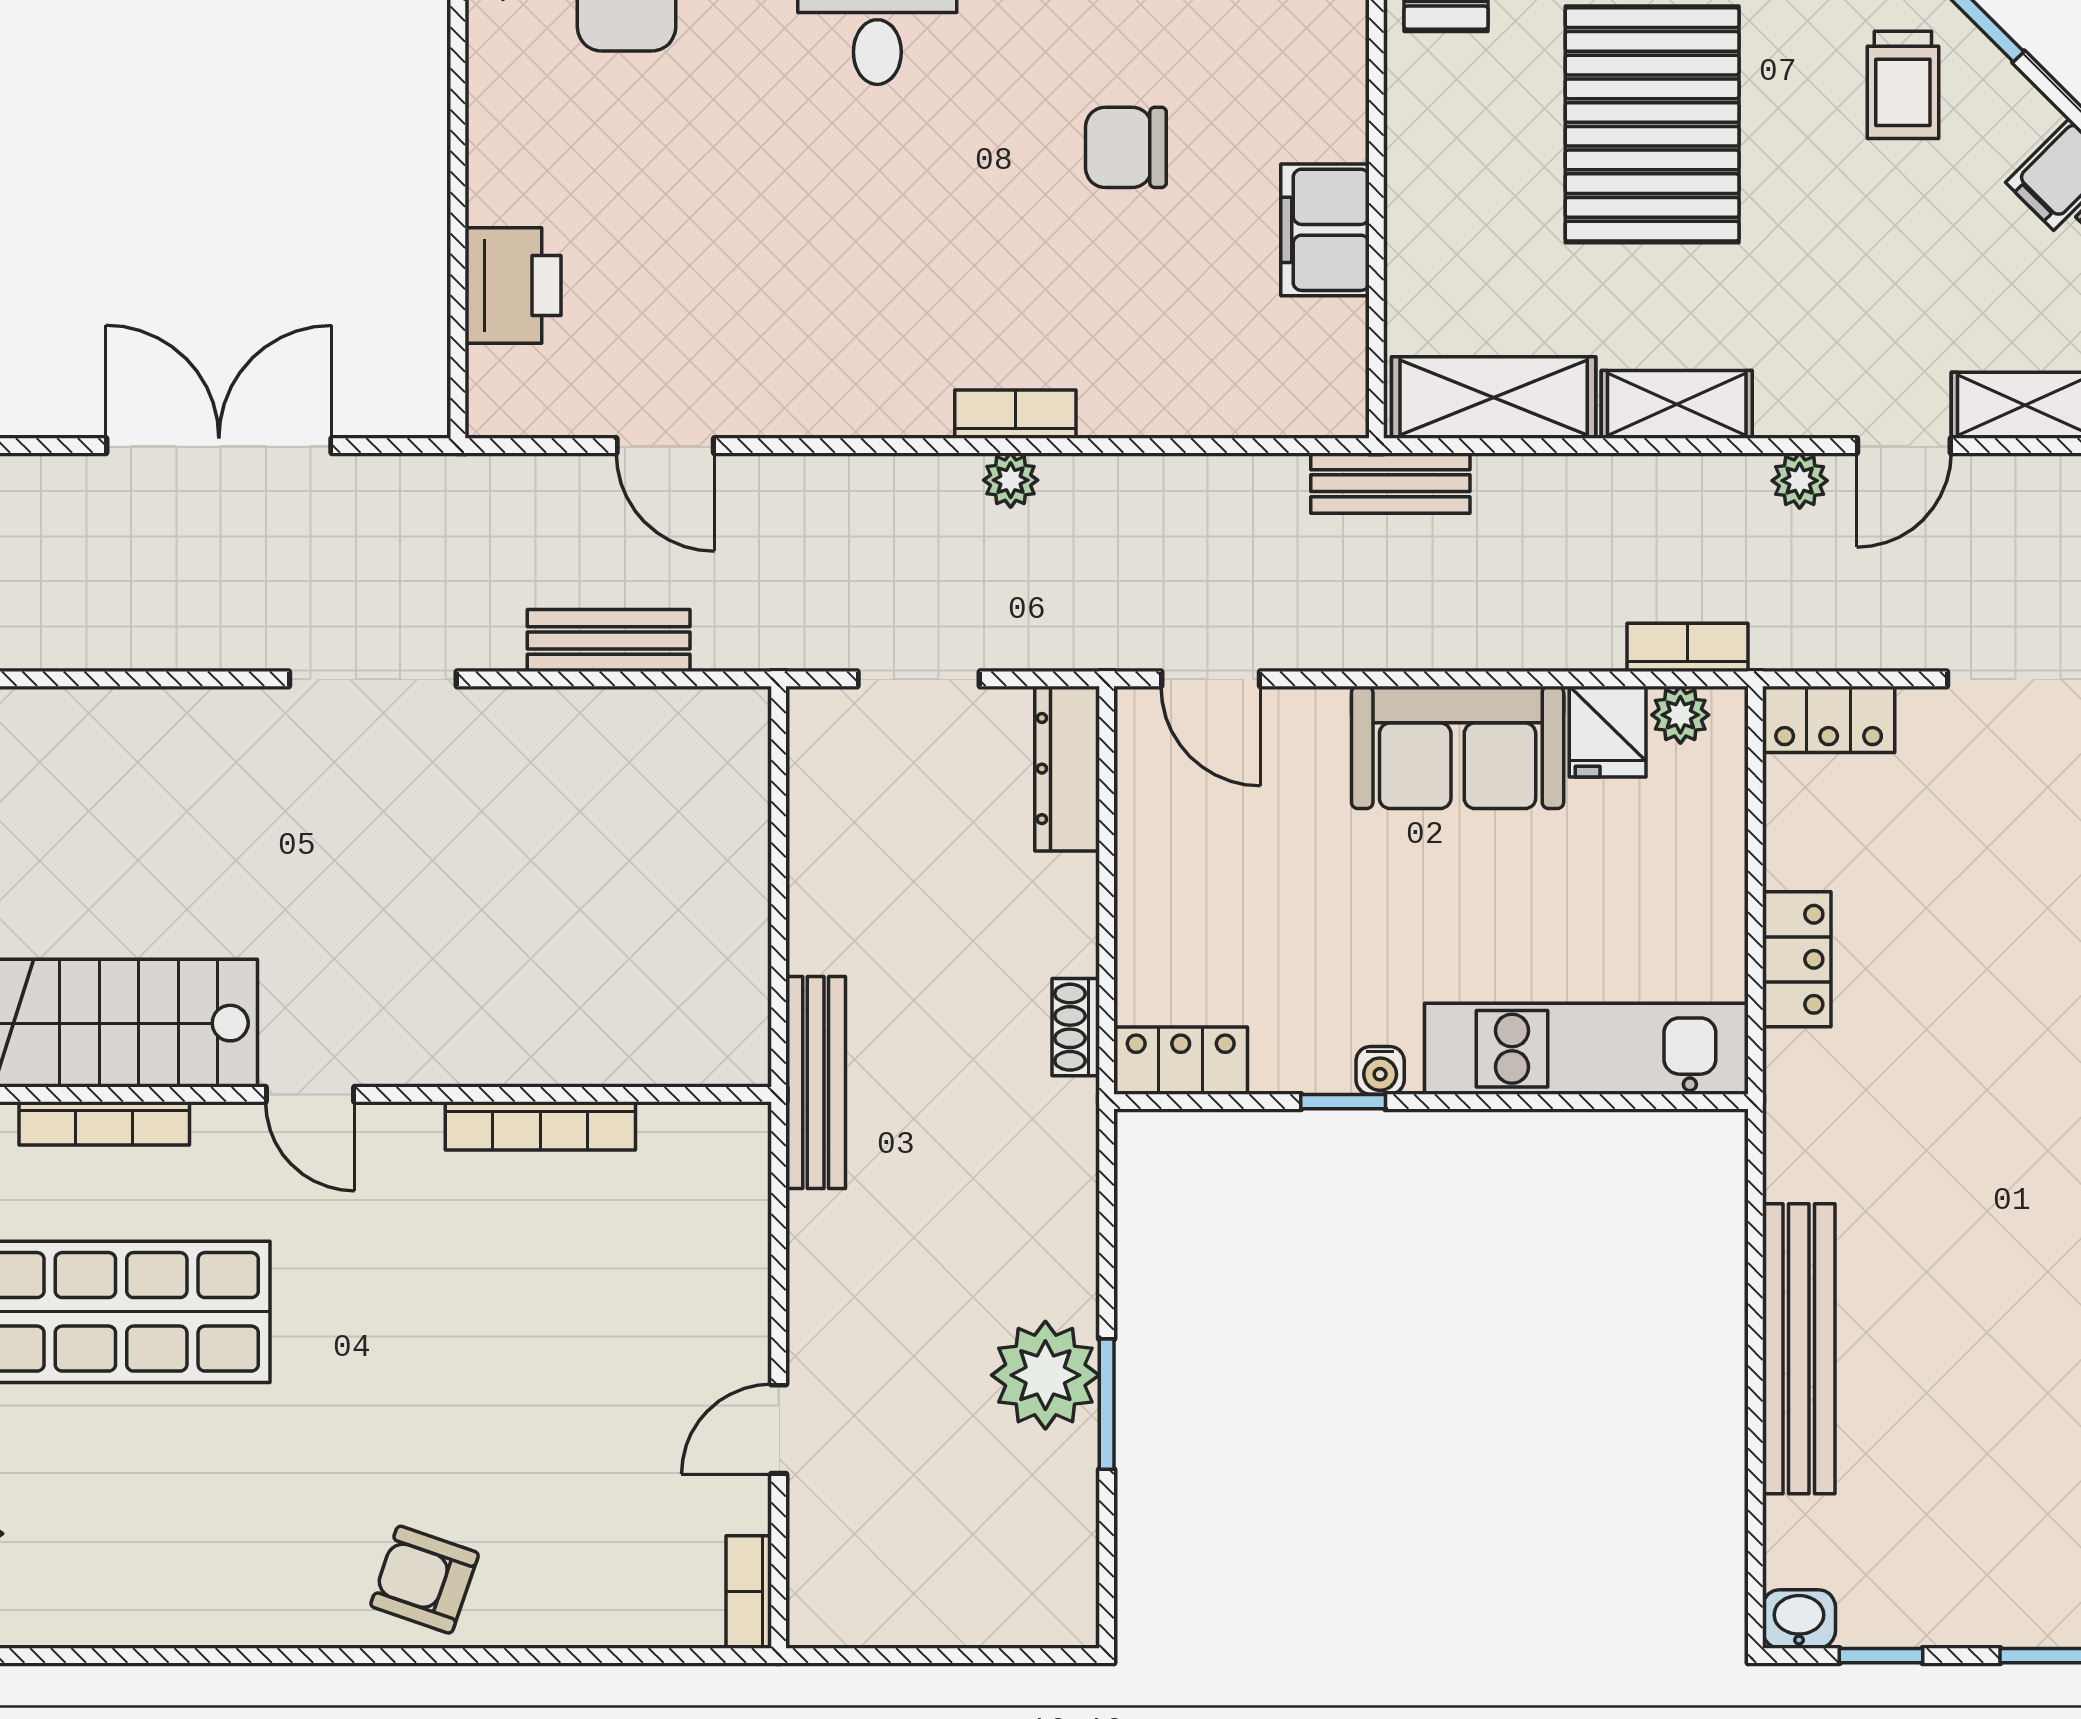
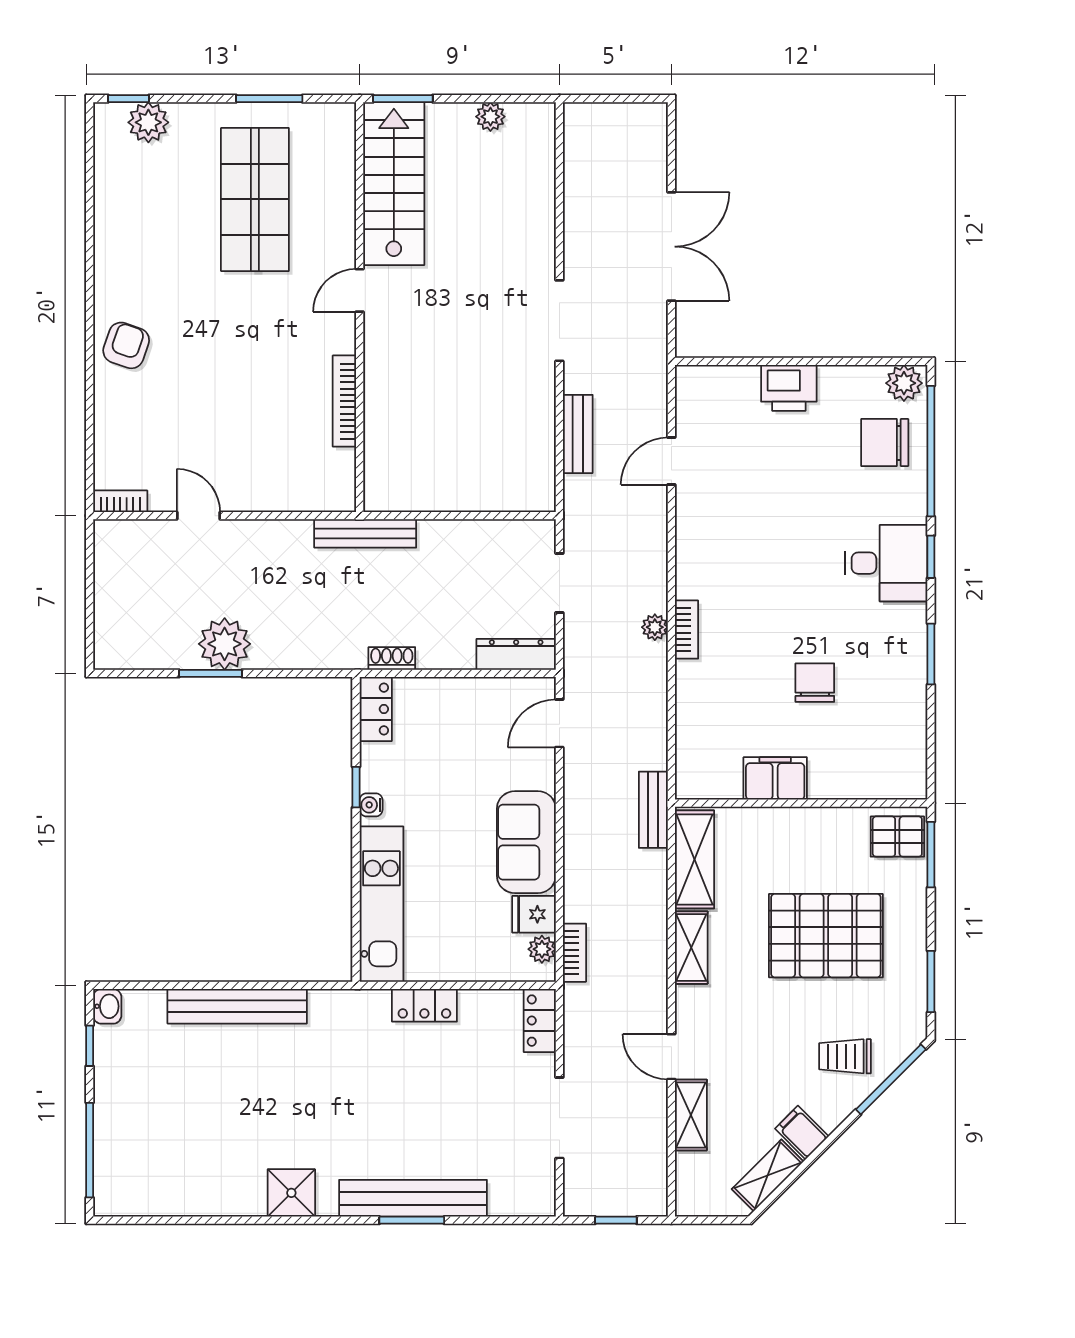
printer: (513, 285) -> (789, 388), moved
plant: (1800, 481) -> (655, 1007), removed
bookcase: (104, 1123) -> (346, 191), removed

